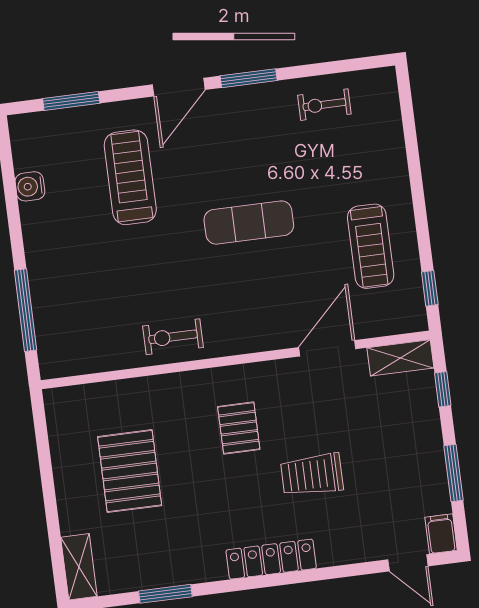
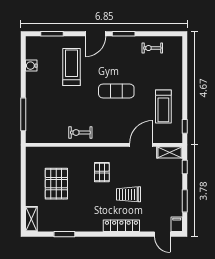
locker: (271, 559) -> (121, 226), moved

